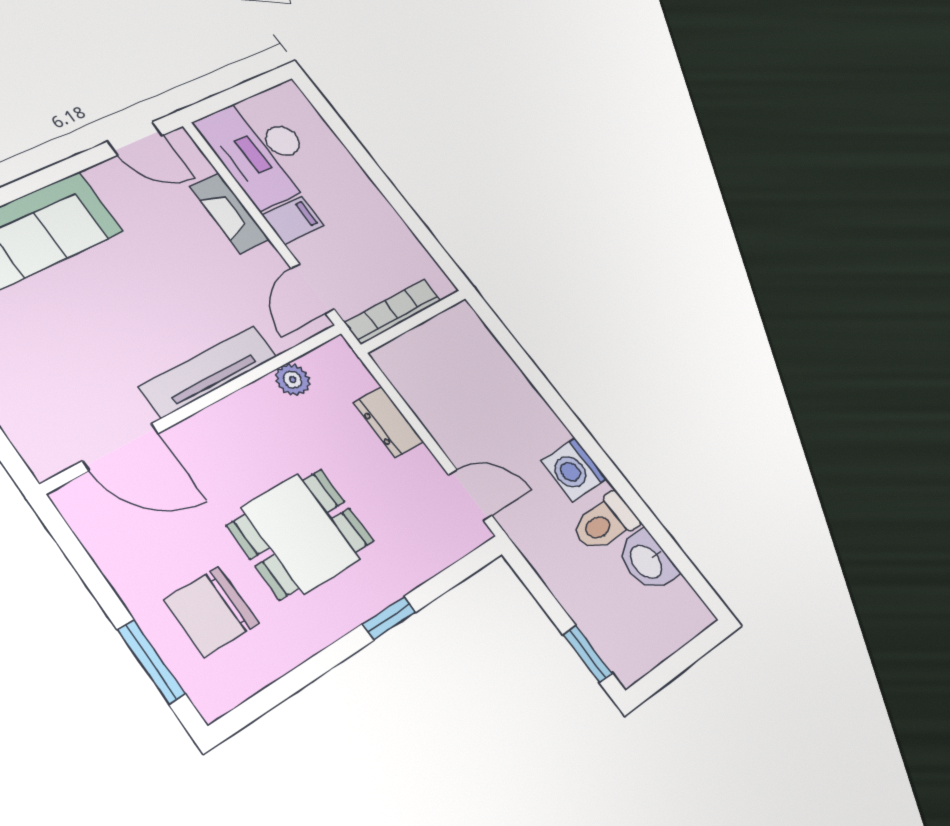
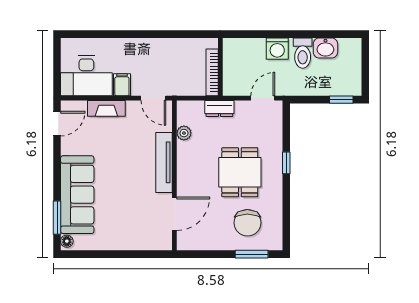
bookcase: (393, 312) -> (212, 72), moved
wall: (414, 321) -> (220, 67), moved

